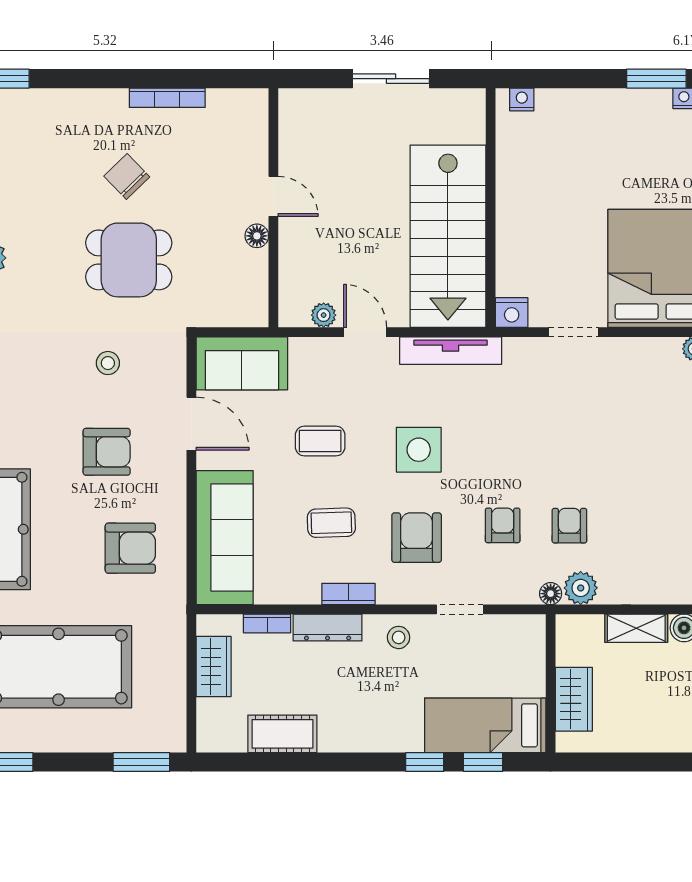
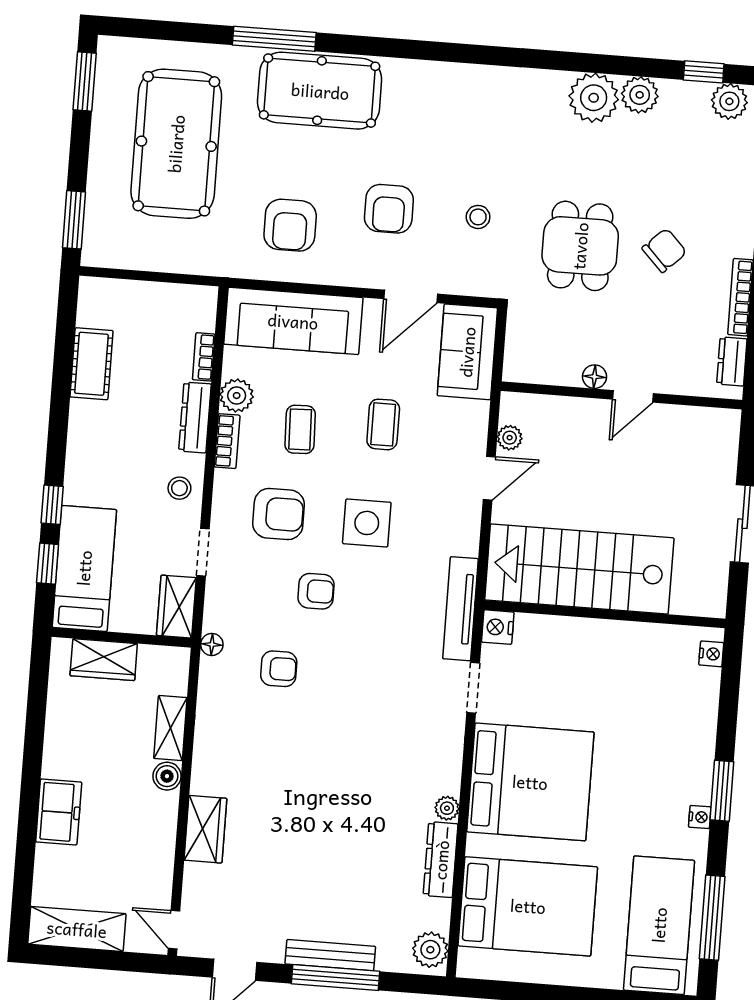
dresser: (231, 101) -> (732, 361), added
tv unit: (451, 351) -> (460, 609), moved
armchair: (503, 525) -> (316, 591), moved
plant: (581, 588) -> (237, 396), moved
wardrobe: (214, 666) -> (176, 607), moved, turned 90

